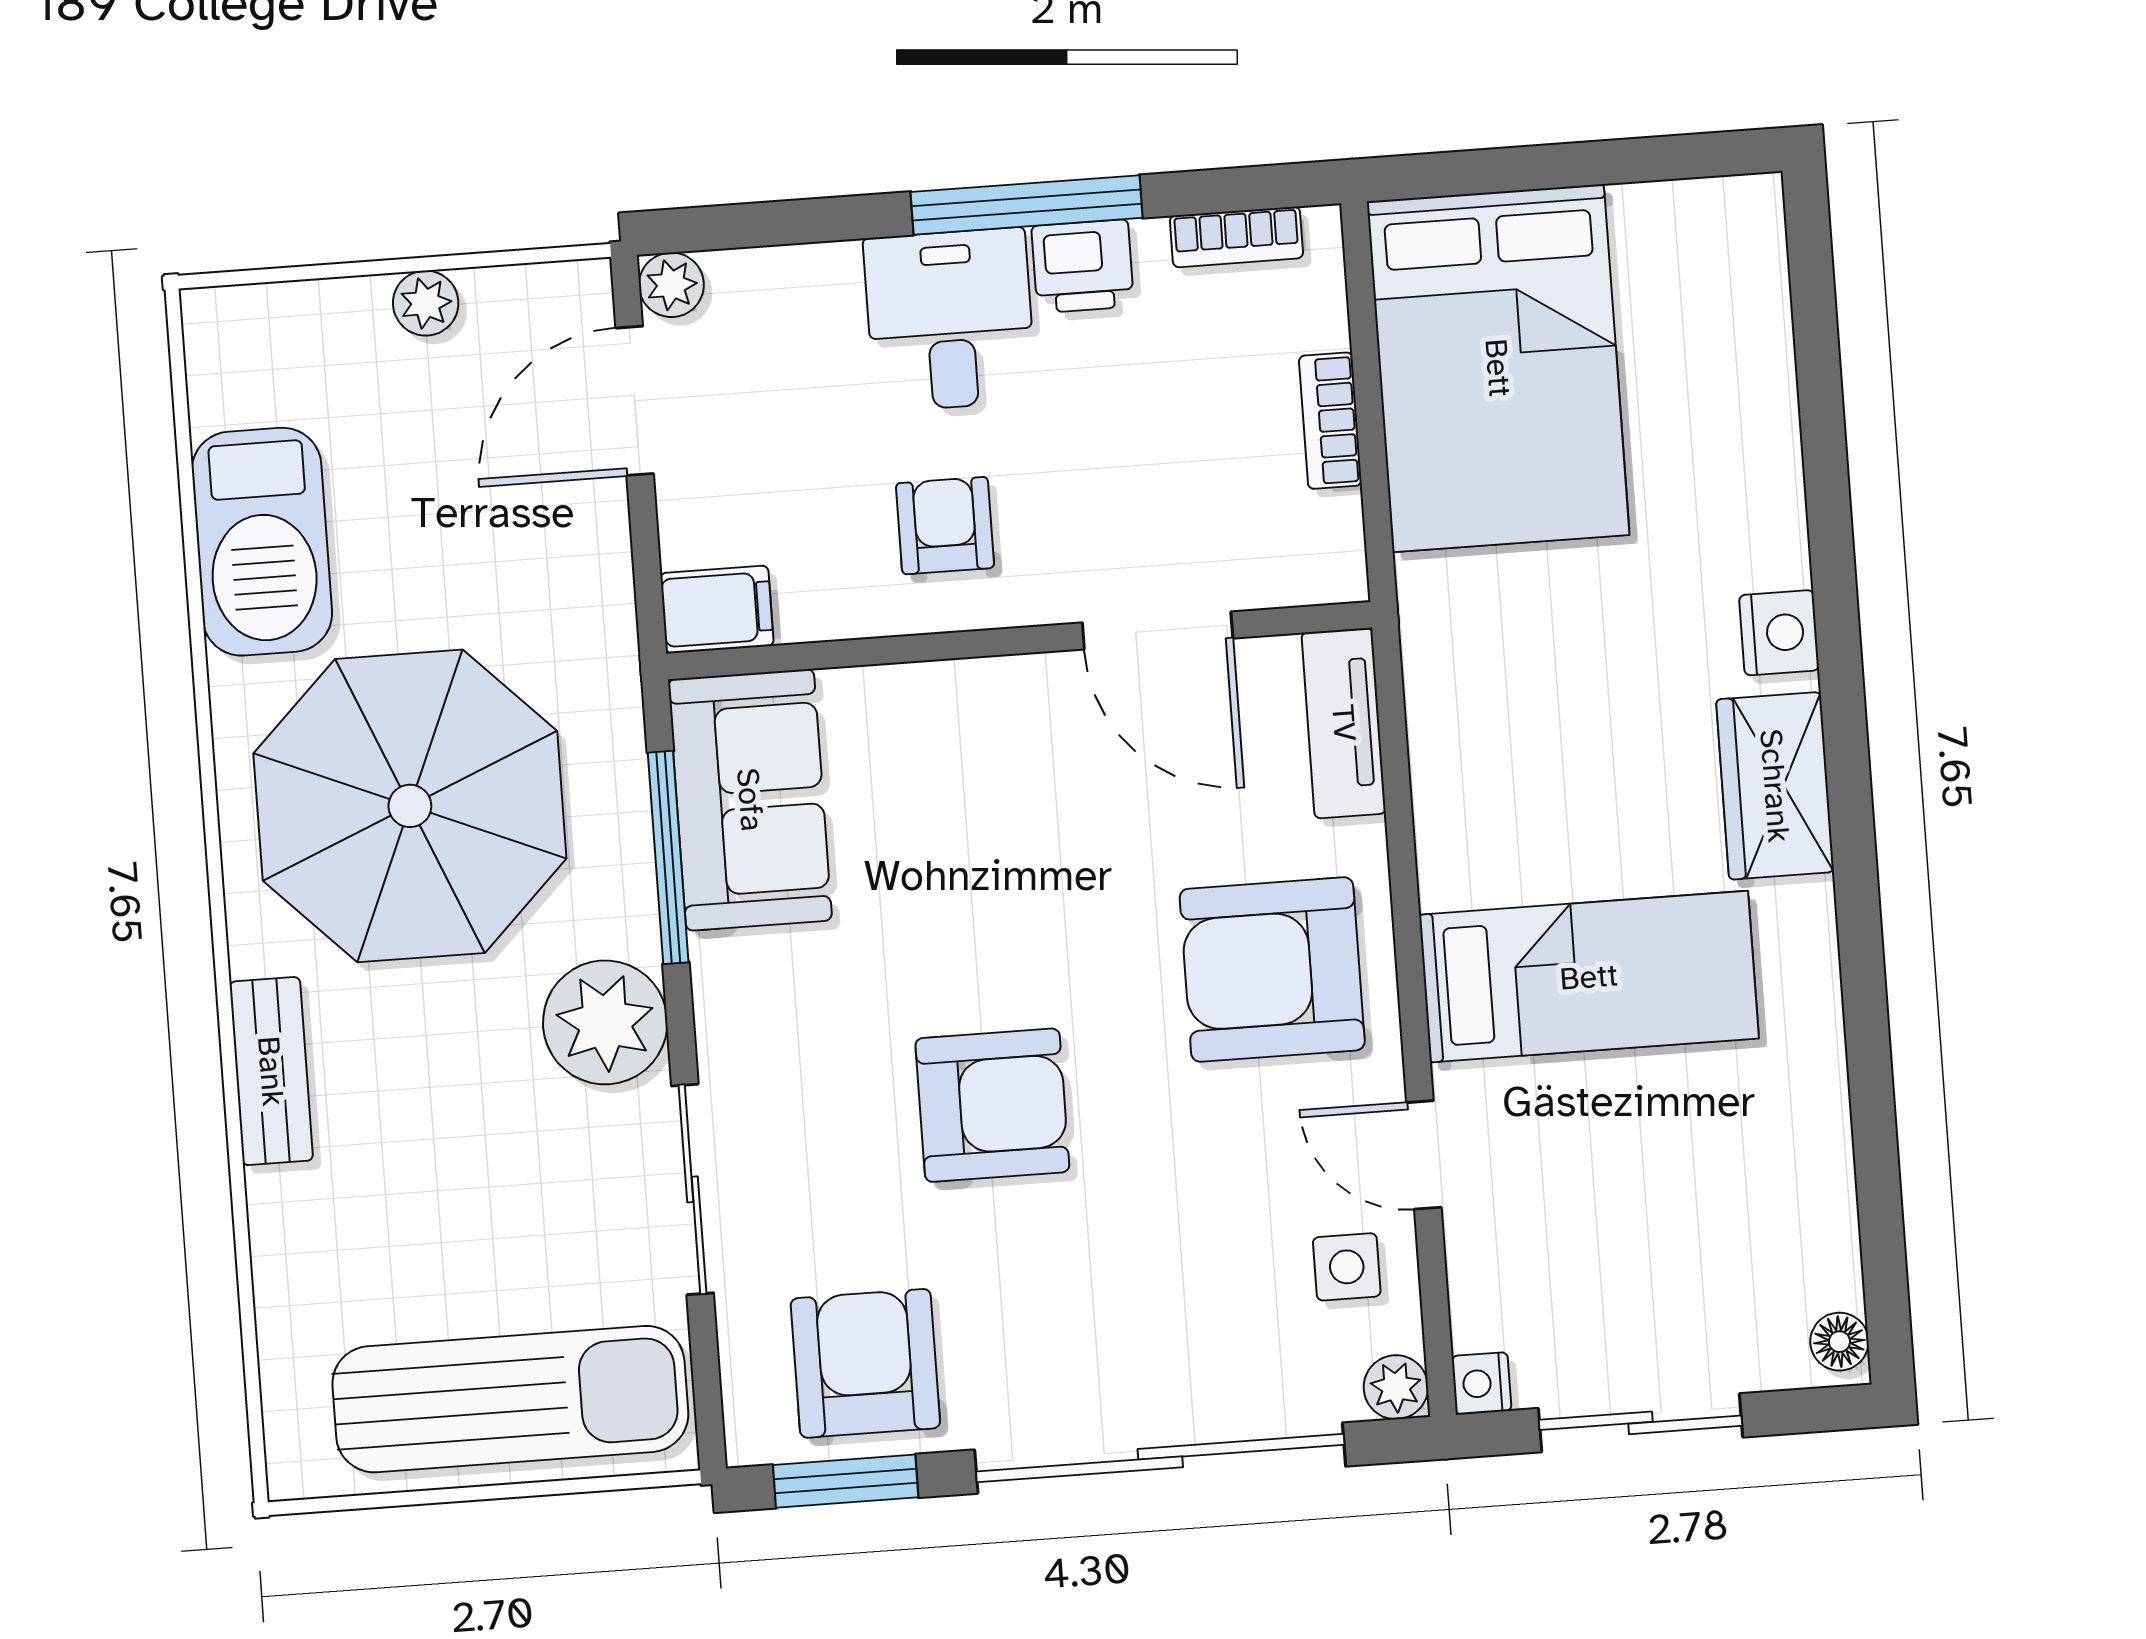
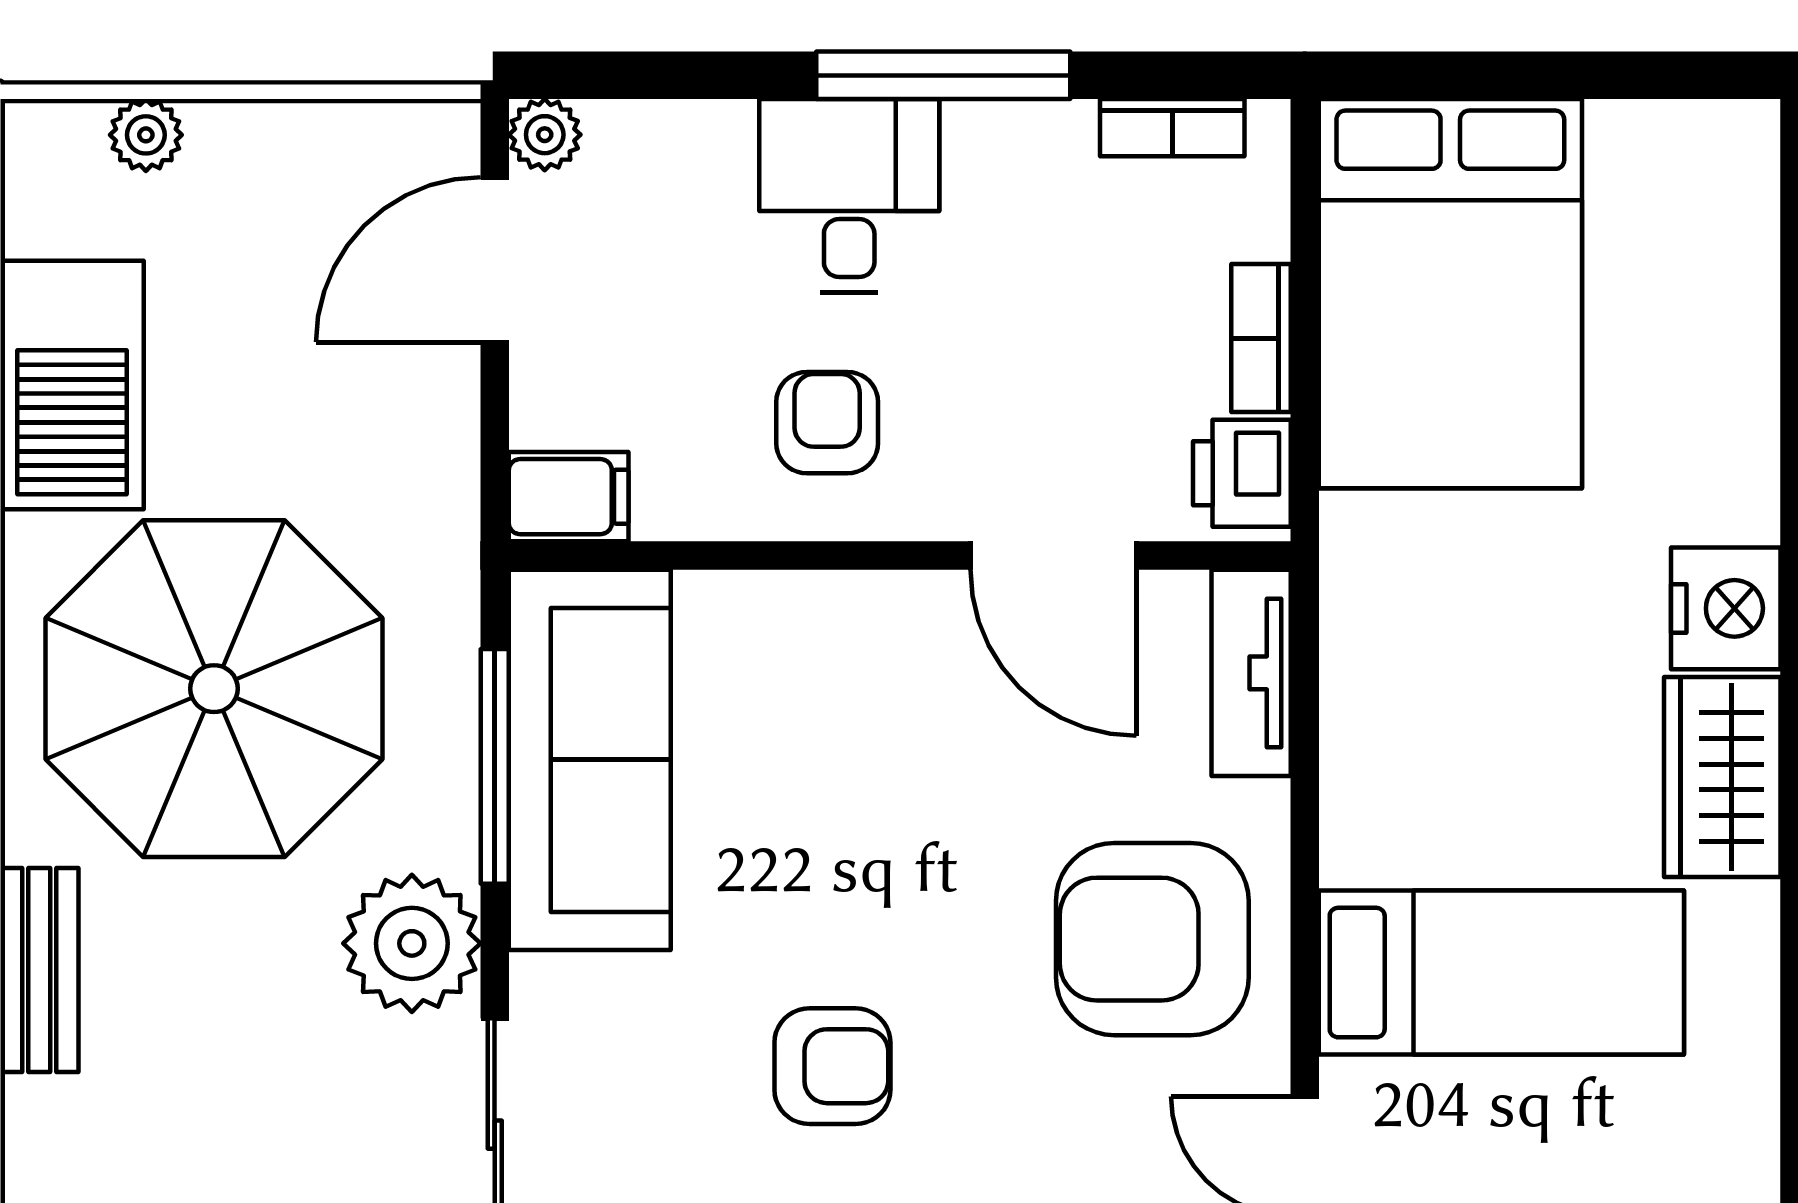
printer: (1083, 266) -> (1242, 473), moved, turned 90
plant: (426, 303) -> (146, 135), moved
nightstand: (1779, 633) -> (1726, 608), width x1.36, depth x1.33
sofa: (750, 800) -> (590, 760), width x1.36
armchair: (992, 1105) -> (832, 1066), width x0.72, depth x0.72

